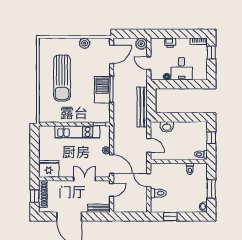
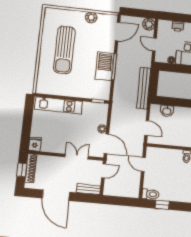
kitchen unit: (77, 132) -> (58, 105), moved
fridge: (49, 169) -> (35, 144), width x0.53, depth x0.75
toilet: (158, 193) -> (151, 194), moved

